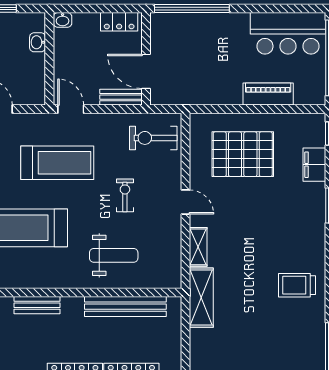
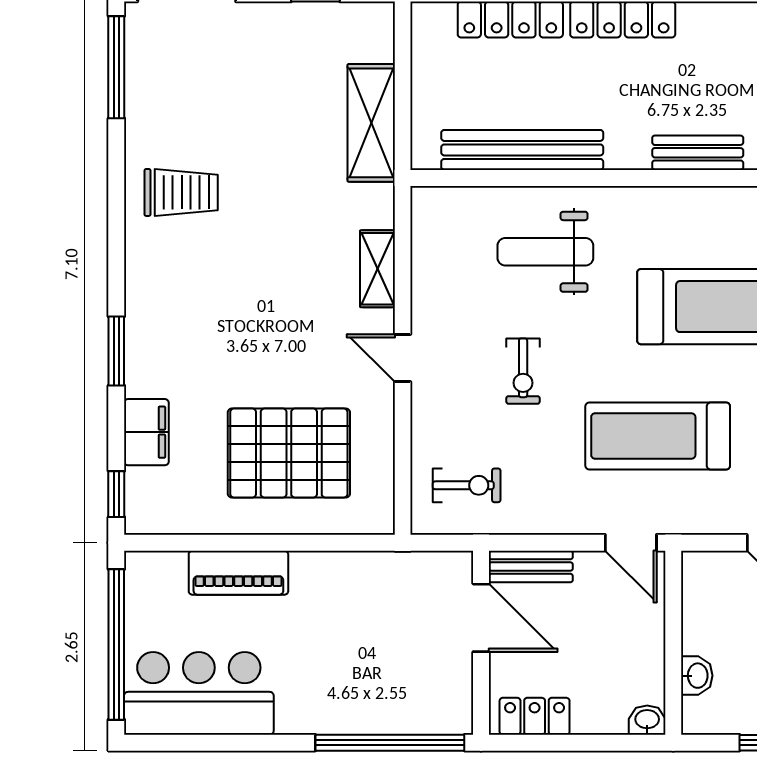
exercise bike: (153, 138) -> (467, 485), width x0.73, depth x0.72
shelving: (201, 298) -> (371, 123), moved

